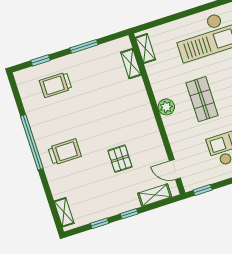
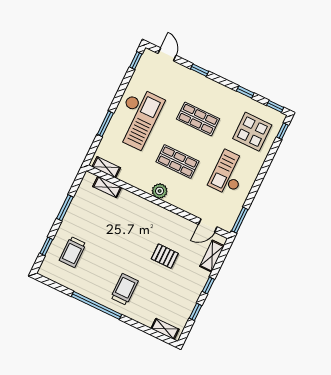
window: (178, 16) -> (105, 124), added
window: (203, 190) -> (240, 220), width x1.50

